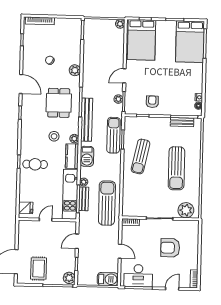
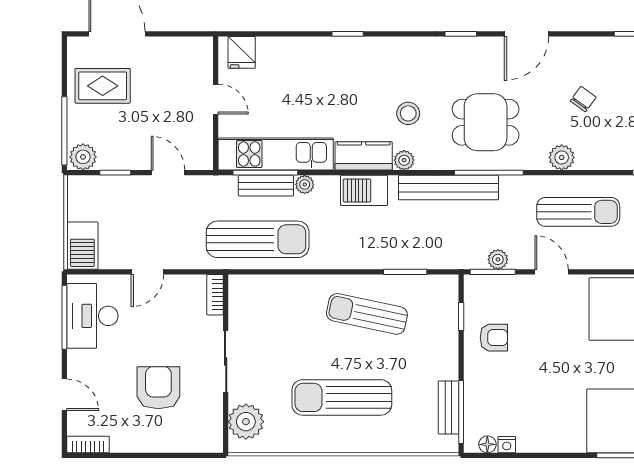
sun lounger: (114, 135) -> (578, 212), moved
cafe table: (35, 164) -> (343, 71), removed

